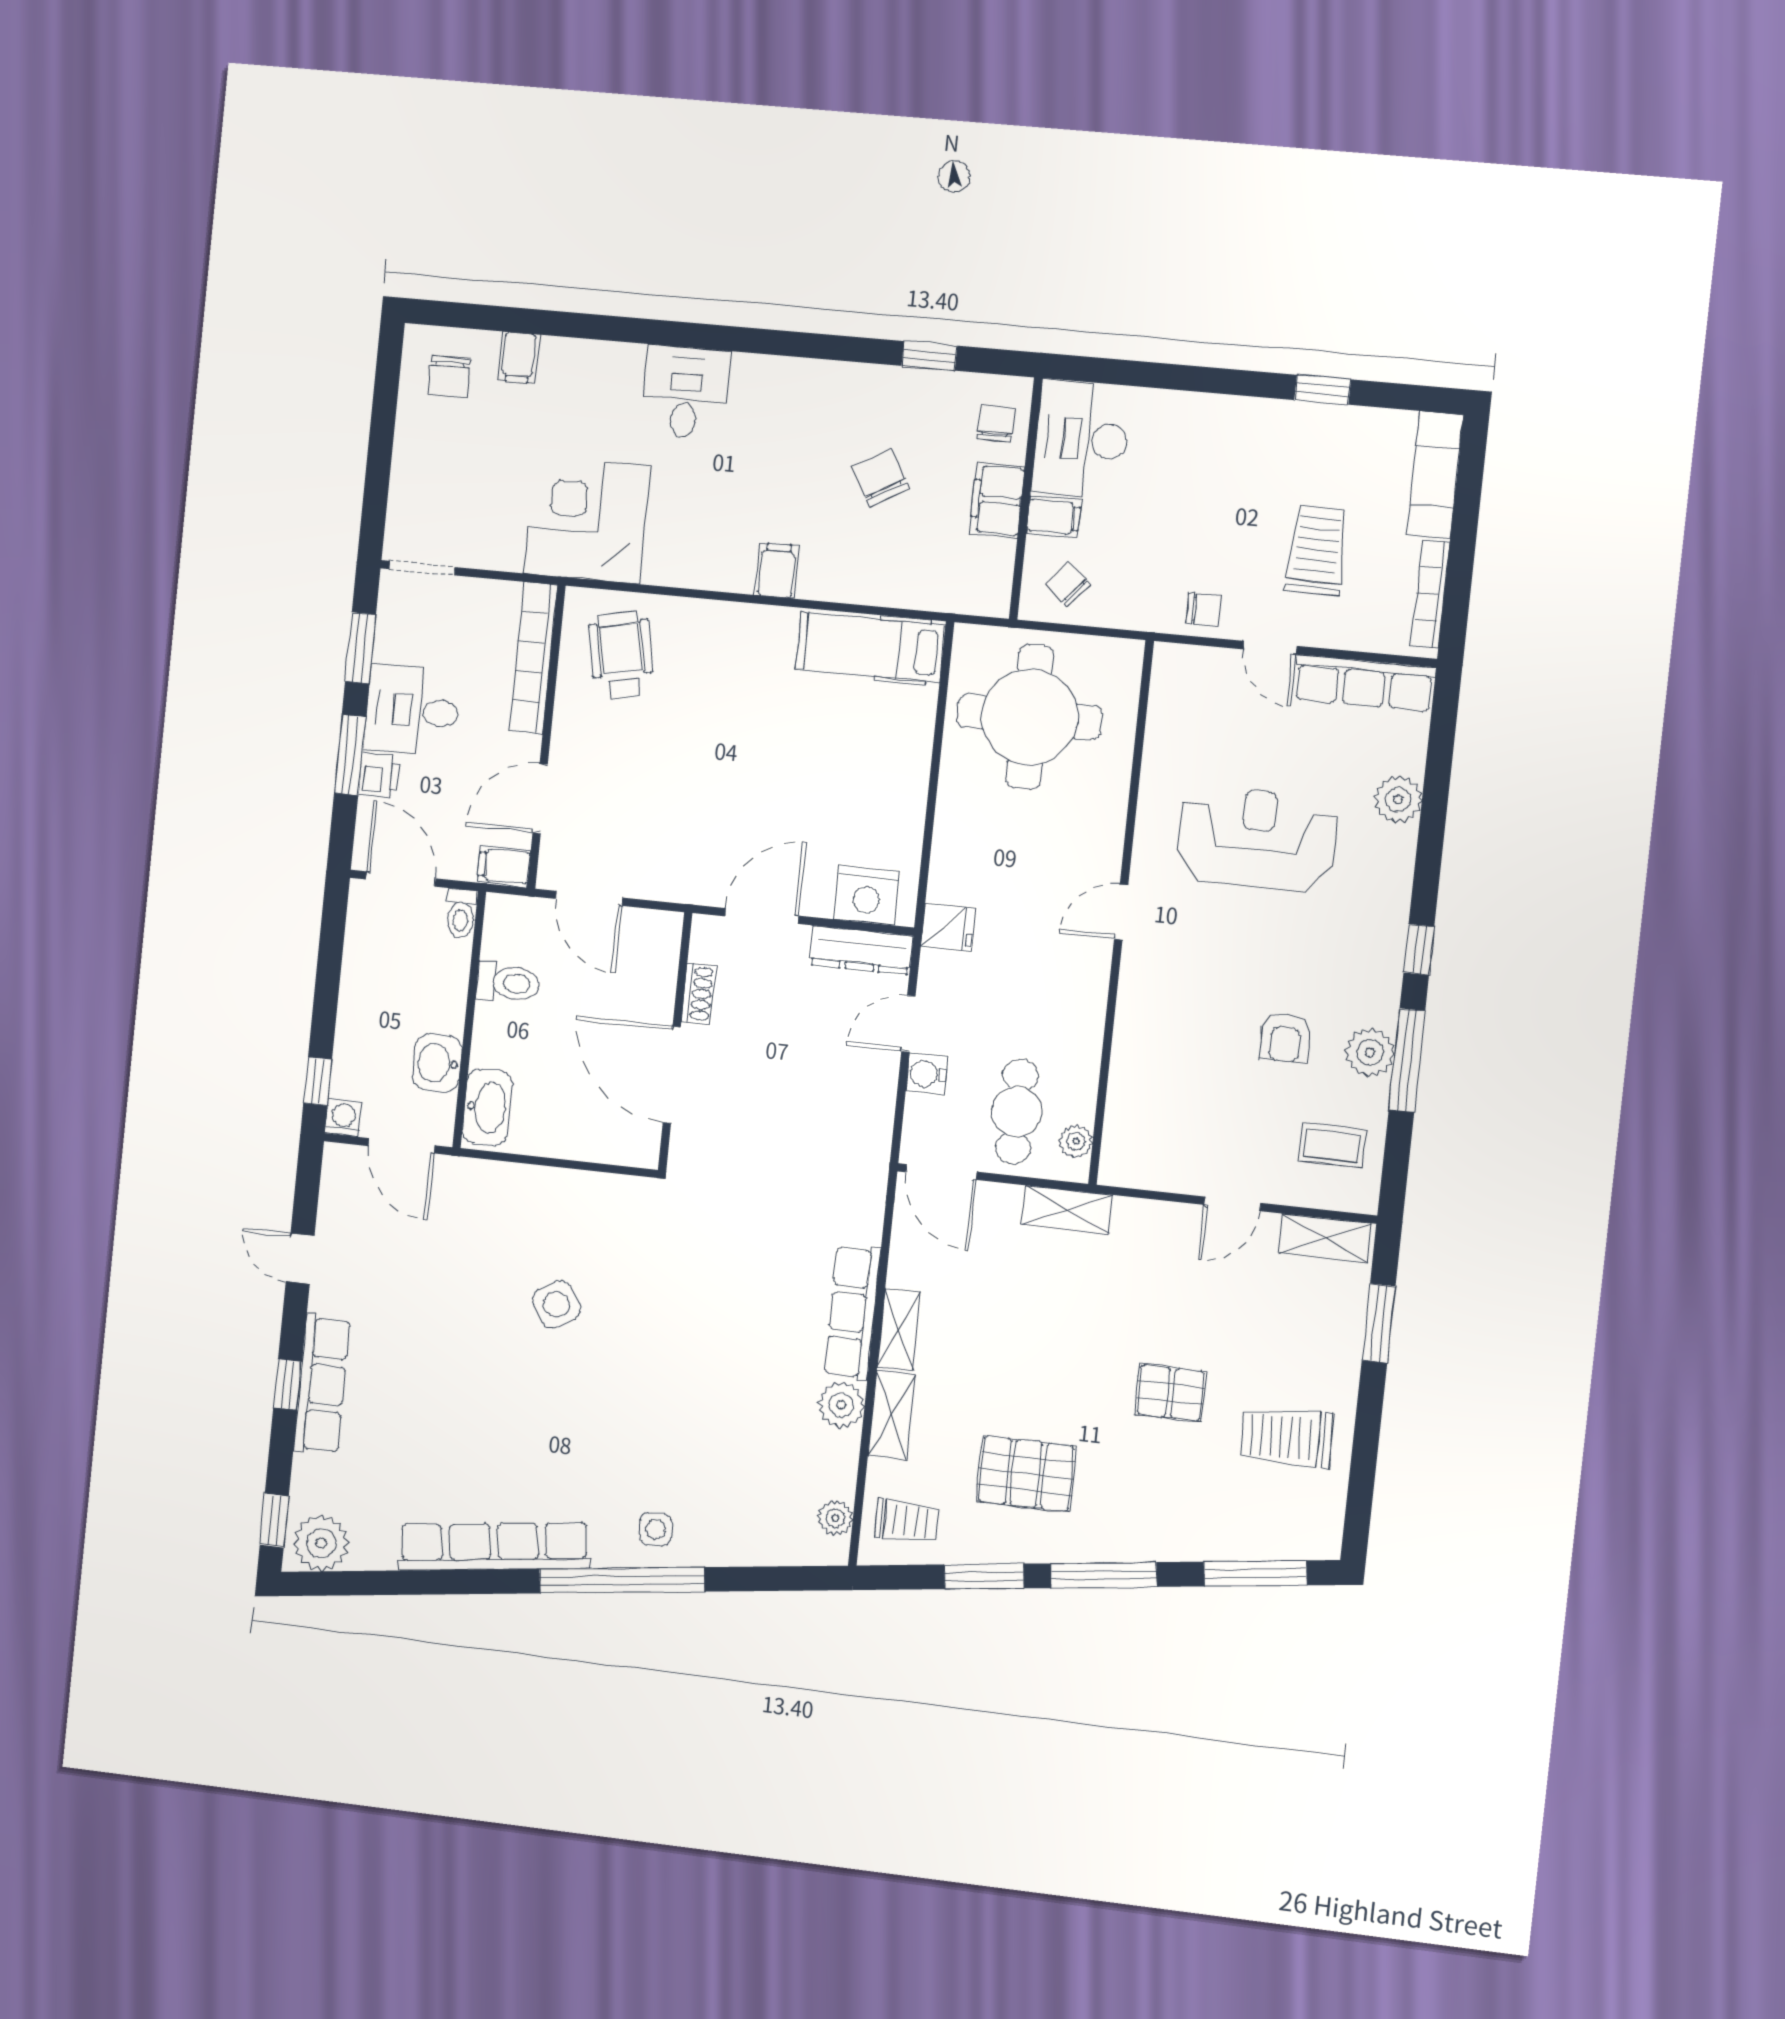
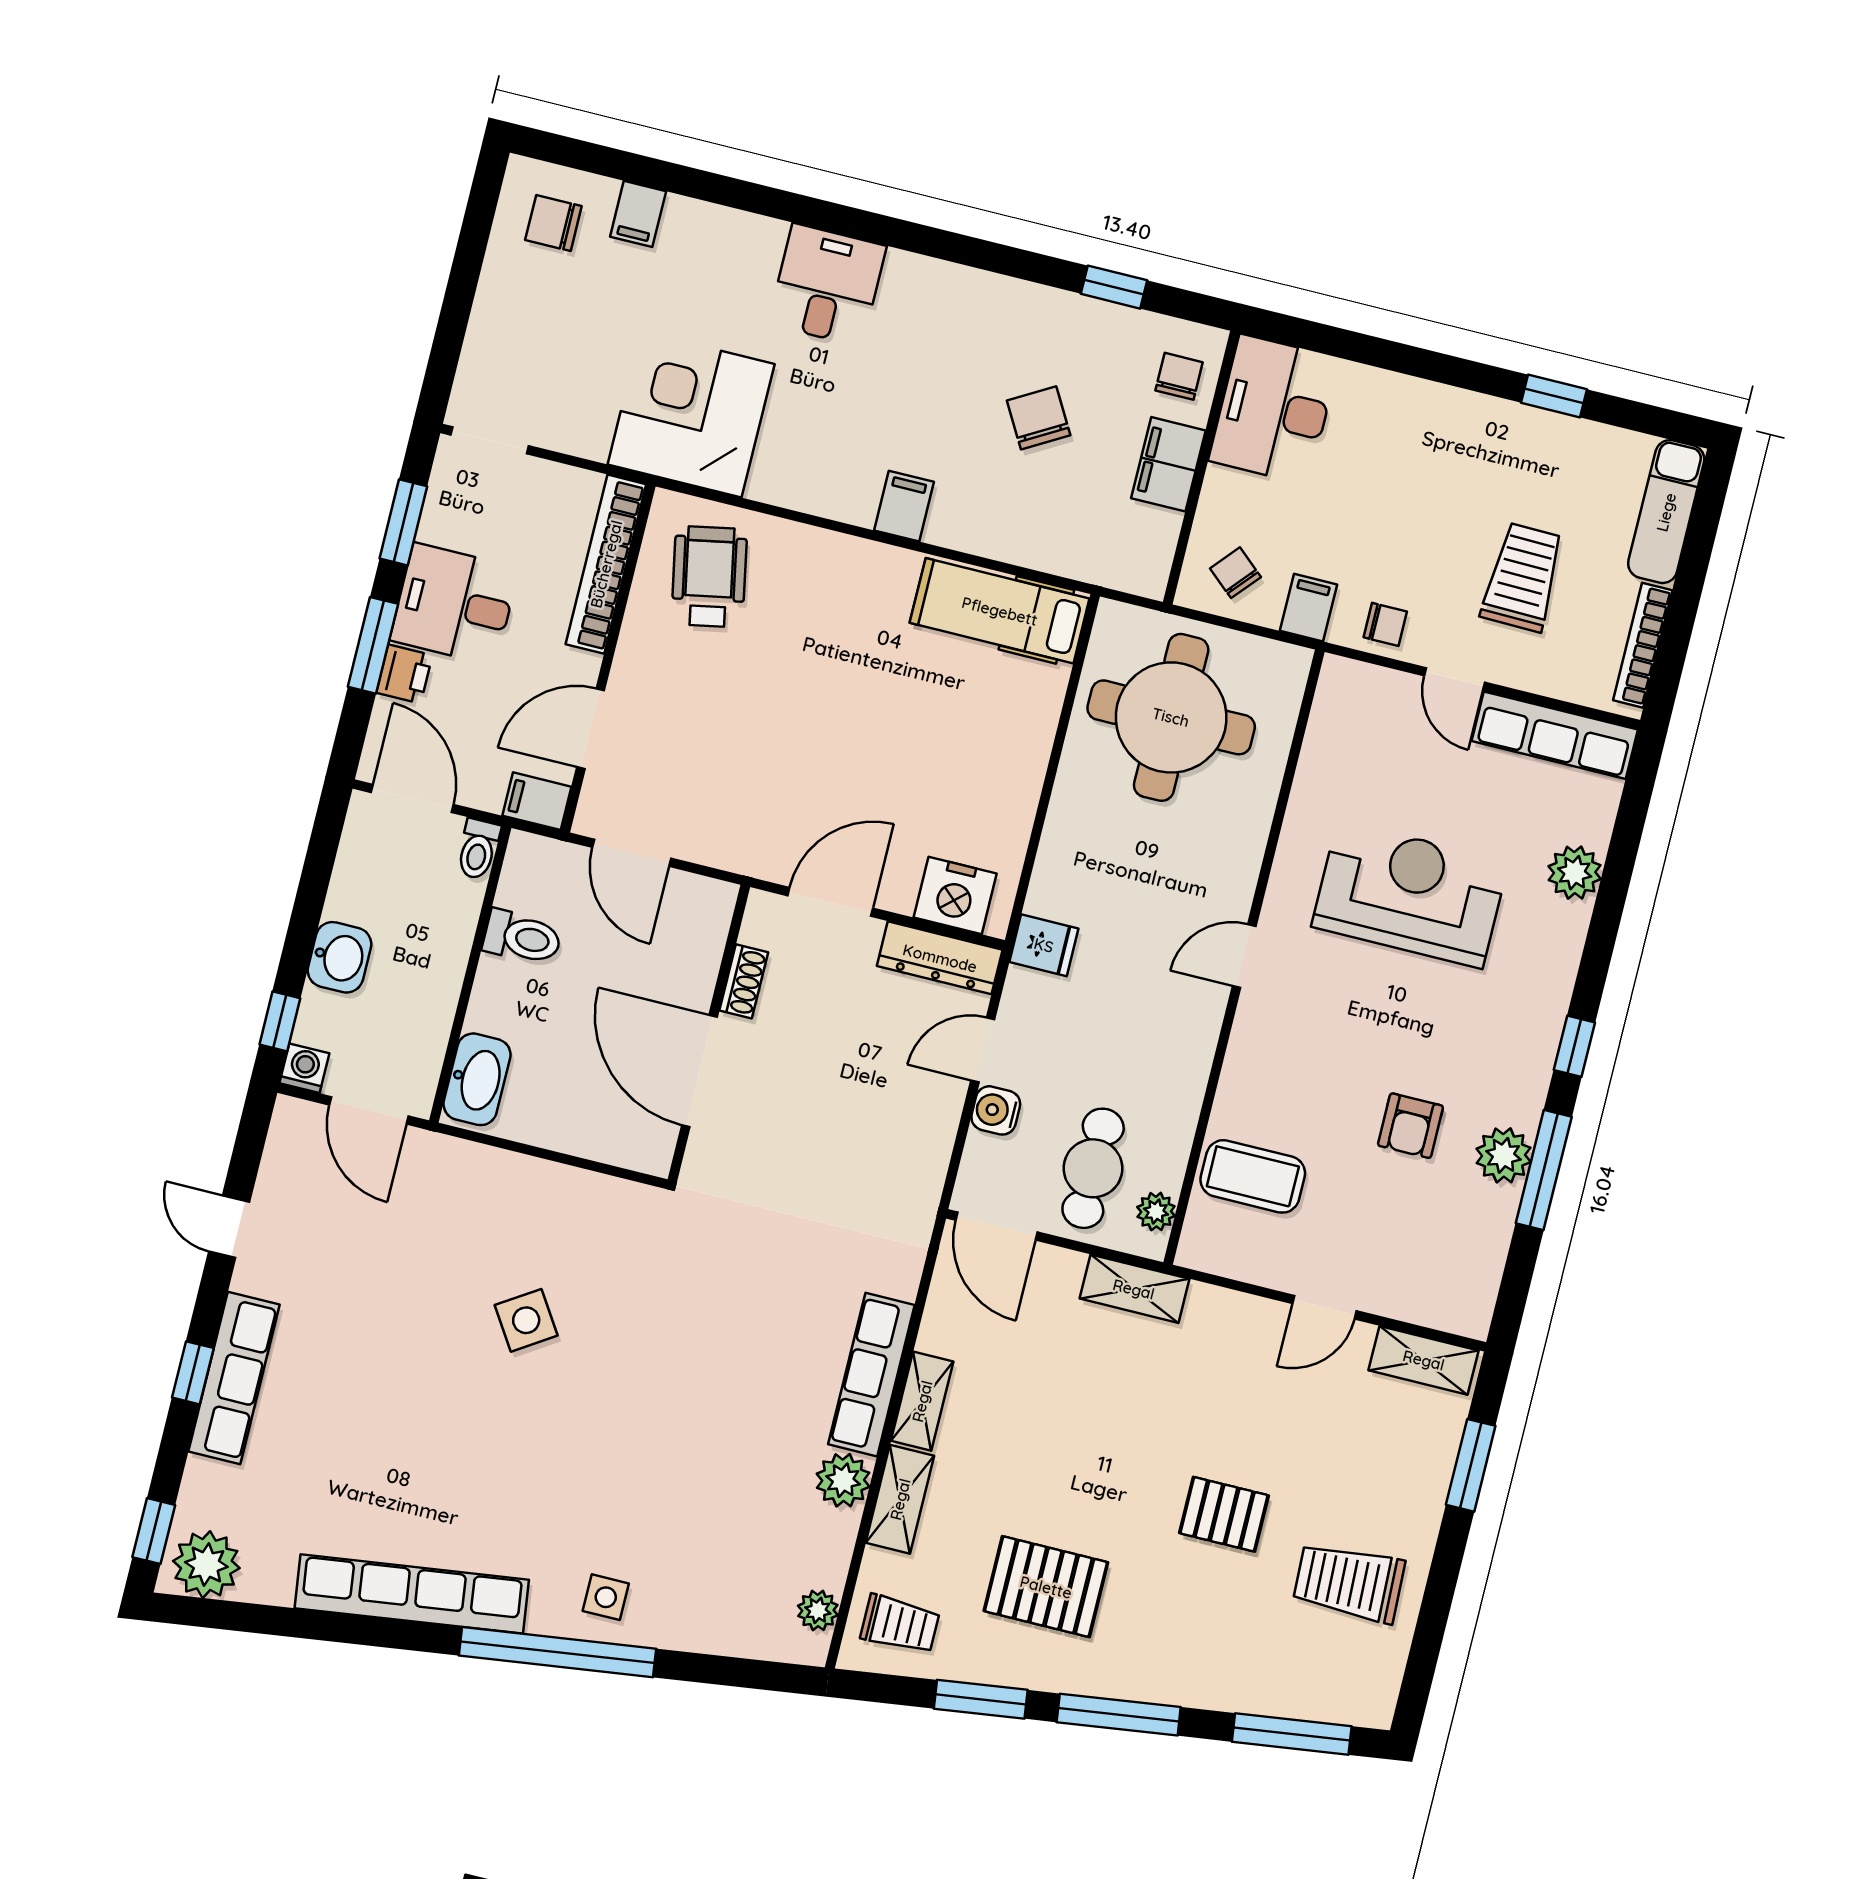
chair: (449, 377) -> (553, 223), turned 90
filing cabinet: (1054, 517) -> (1309, 608), moved, turned -90
washbasin: (437, 1063) -> (339, 957), moved, turned 180
coffee table: (1332, 1146) -> (1253, 1176), moved, width x1.36, depth x1.30

